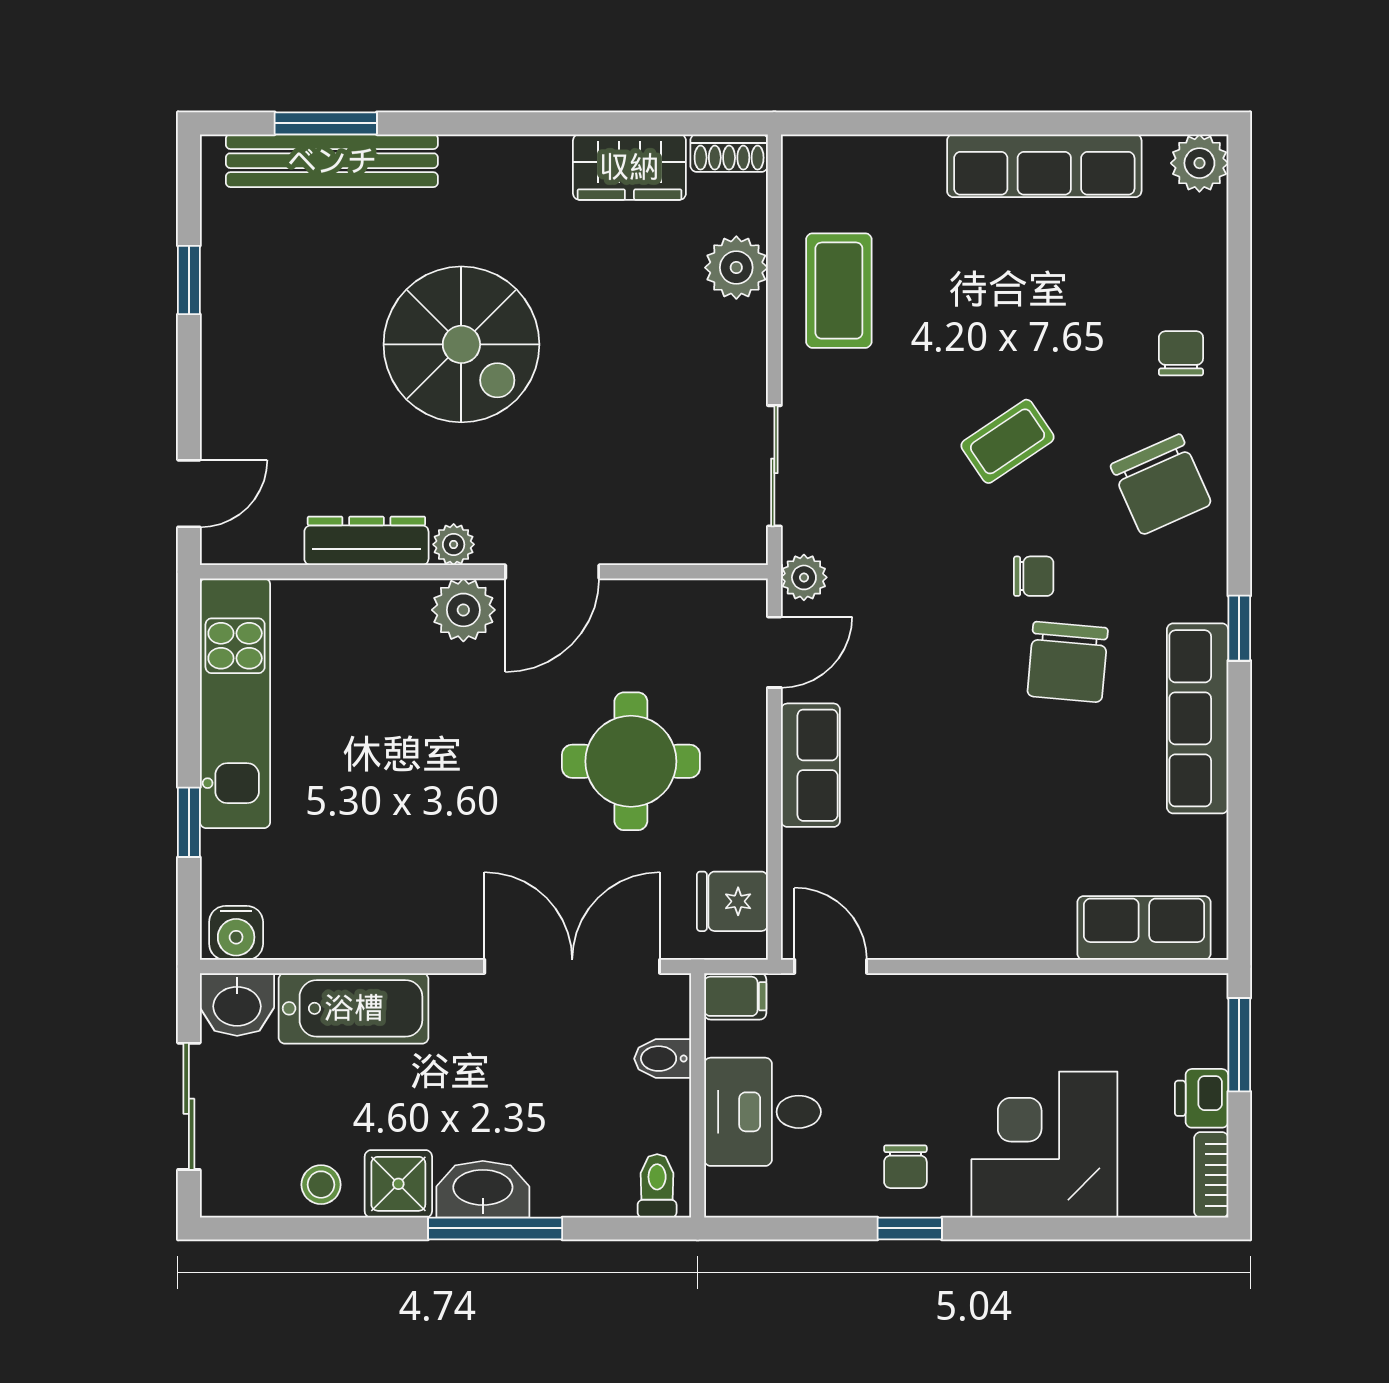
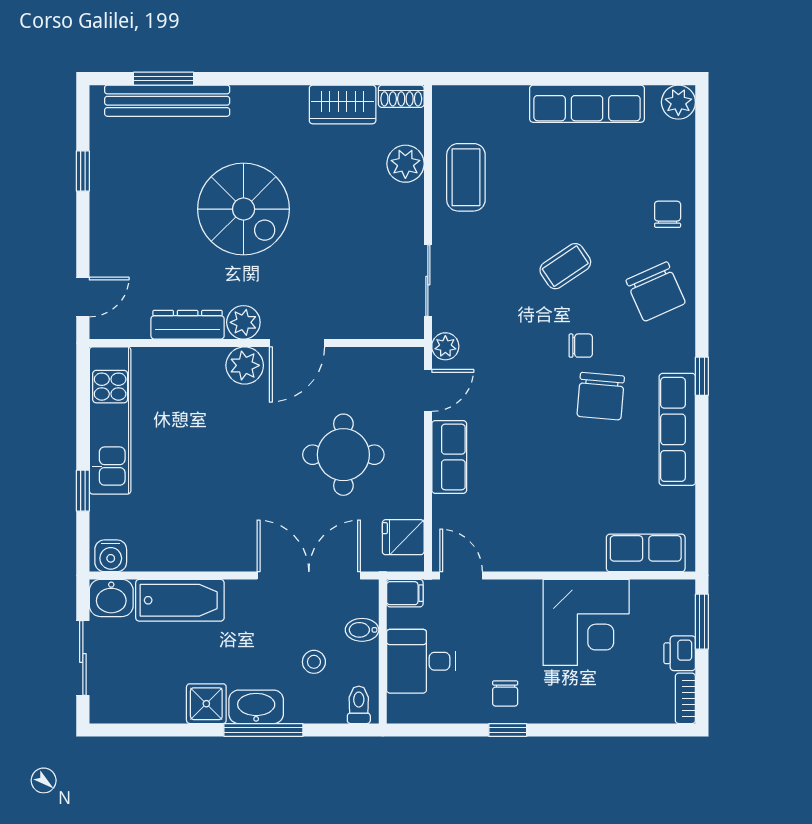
plant: (454, 544) -> (243, 322), width x1.38, depth x1.38
corner desk: (1044, 1145) -> (586, 622), moved, turned 180
stool: (321, 1185) -> (314, 662), moved

